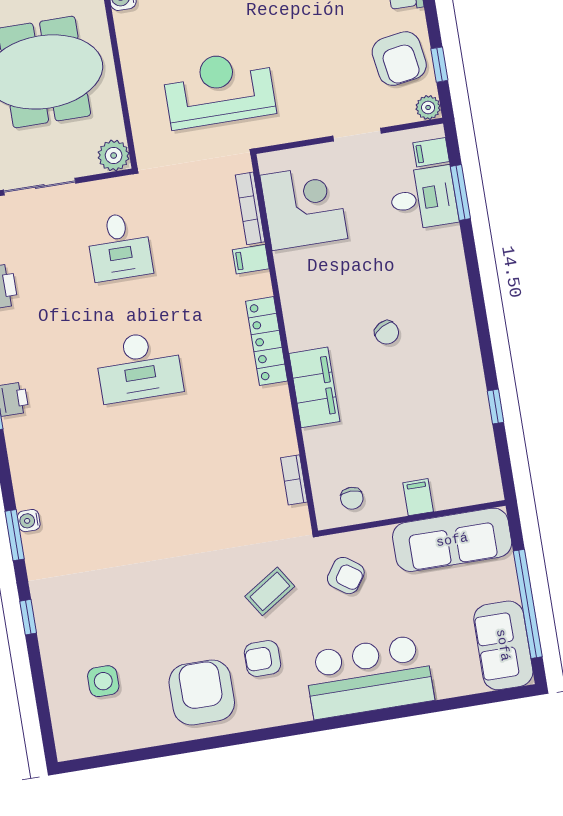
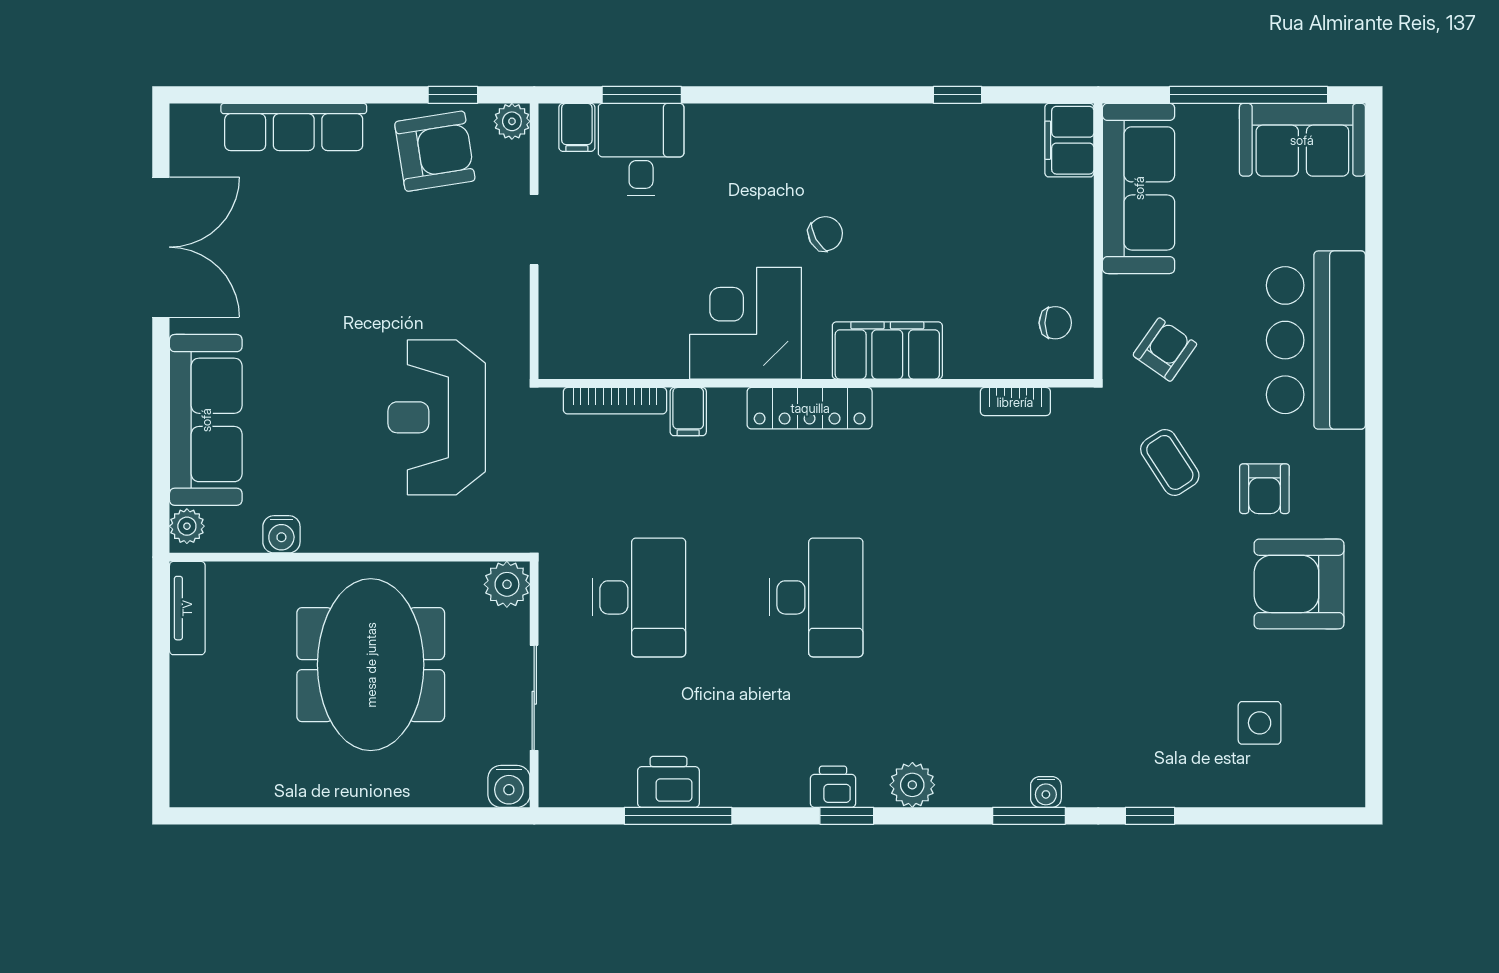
corner desk: (304, 207) -> (746, 323), moved
desk: (119, 247) -> (639, 597), width x1.37
plant: (23, 453) -> (912, 785), added
filing cabinet: (418, 497) -> (1069, 140), moved, width x2.00
water cooler: (29, 521) -> (1046, 792), moved

